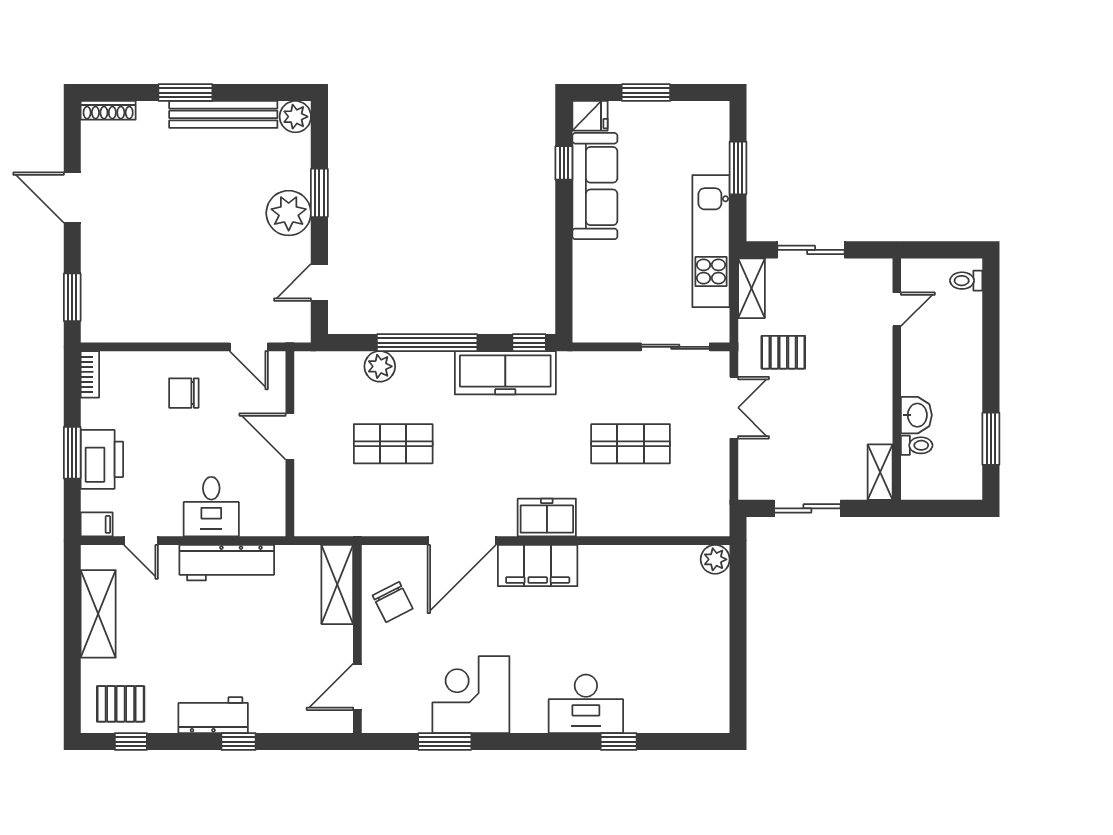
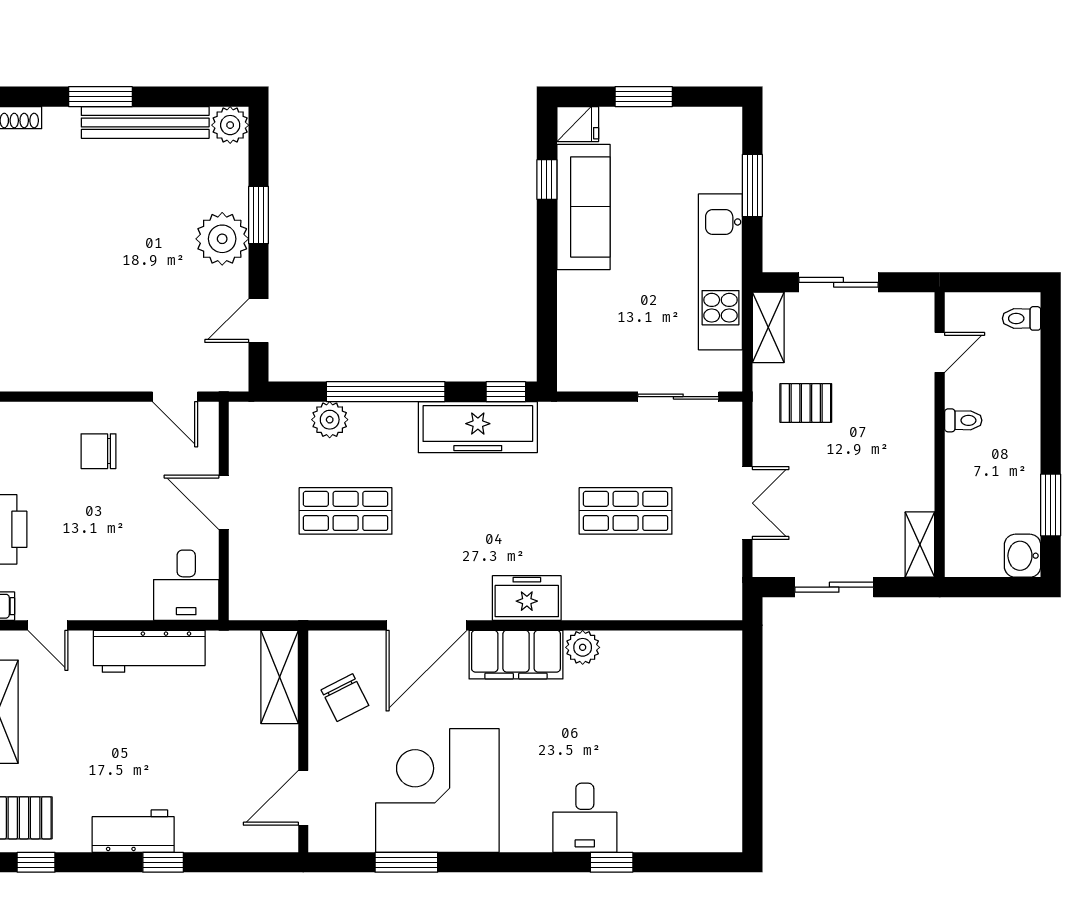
double door: (734, 408) -> (747, 503), moved
washbasin: (916, 415) -> (1023, 556), moved, turned 180
toilet: (917, 445) -> (963, 420), moved
desk: (211, 507) -> (186, 585), moved
plant: (715, 559) -> (583, 647), moved
corner desk: (471, 695) -> (437, 791), width x1.36, depth x1.36
desk: (586, 704) -> (585, 818), width x0.73

